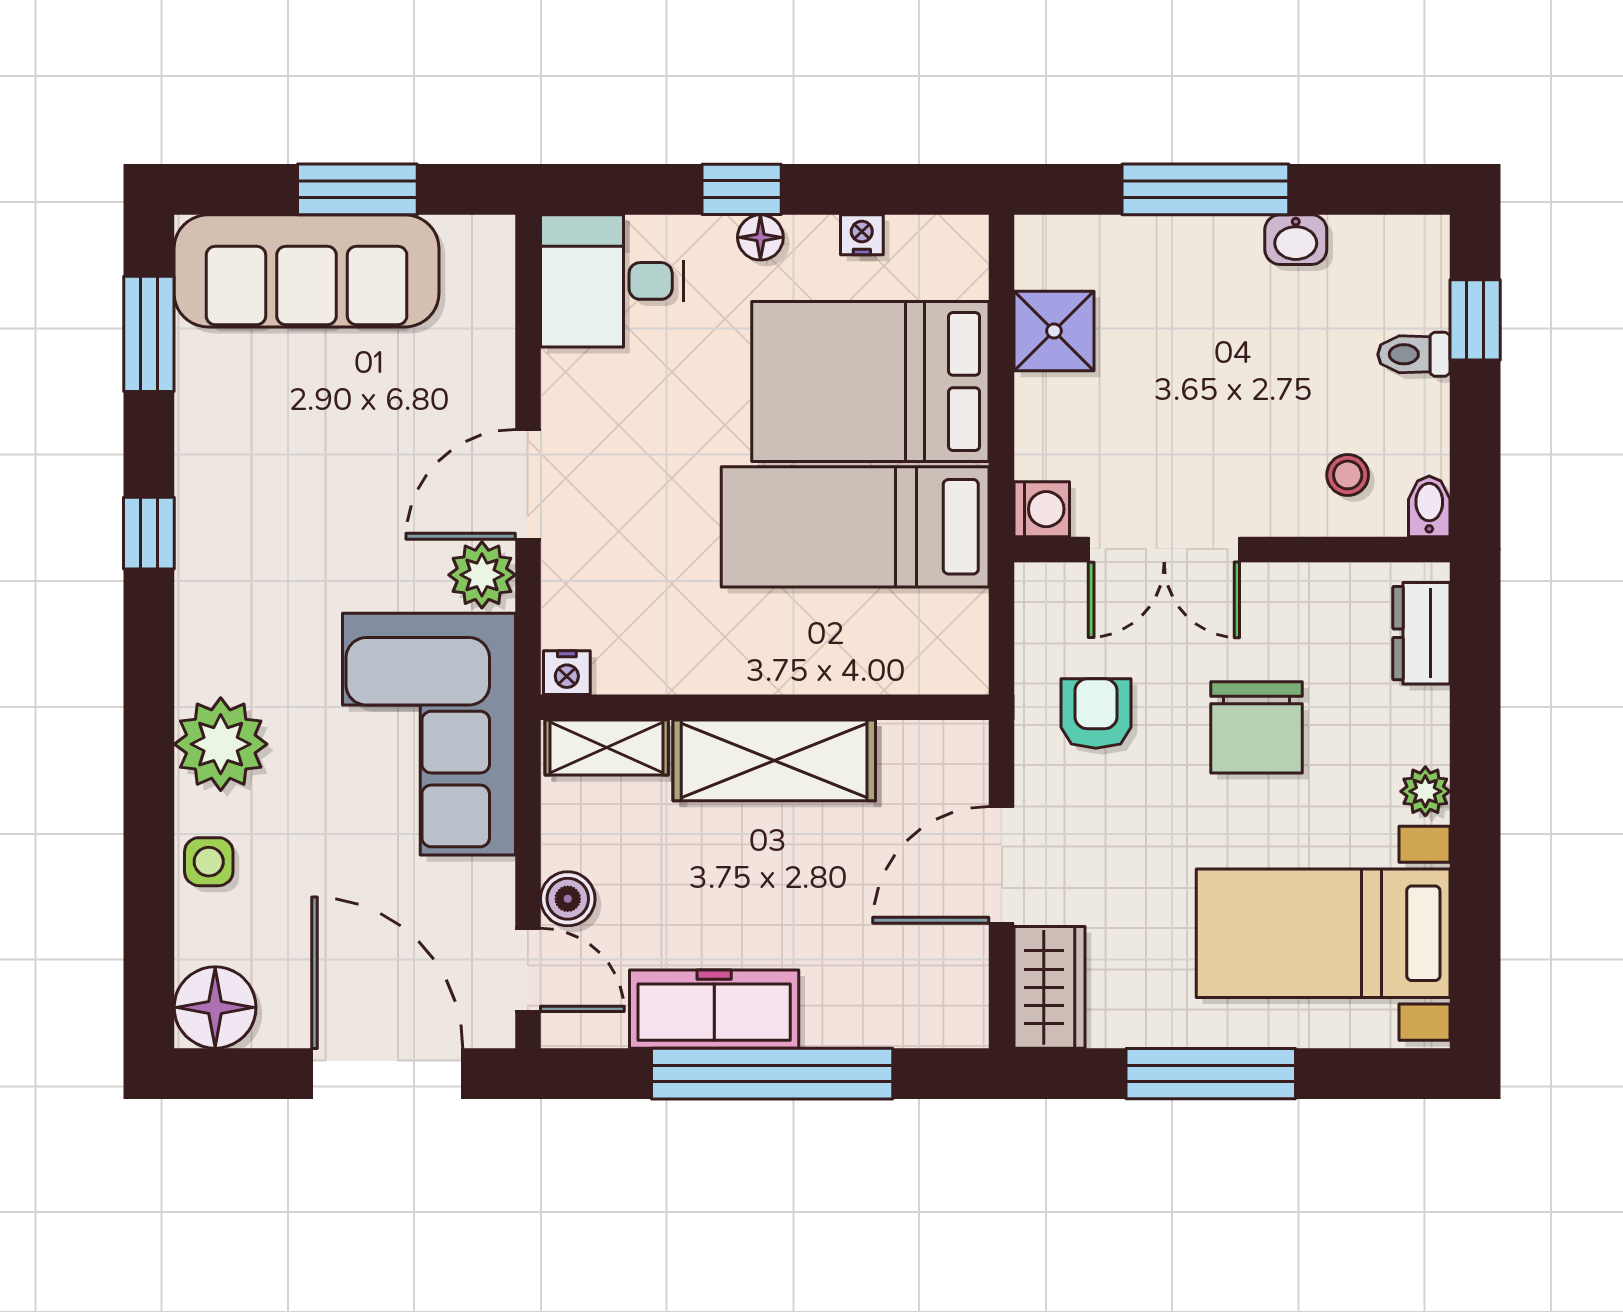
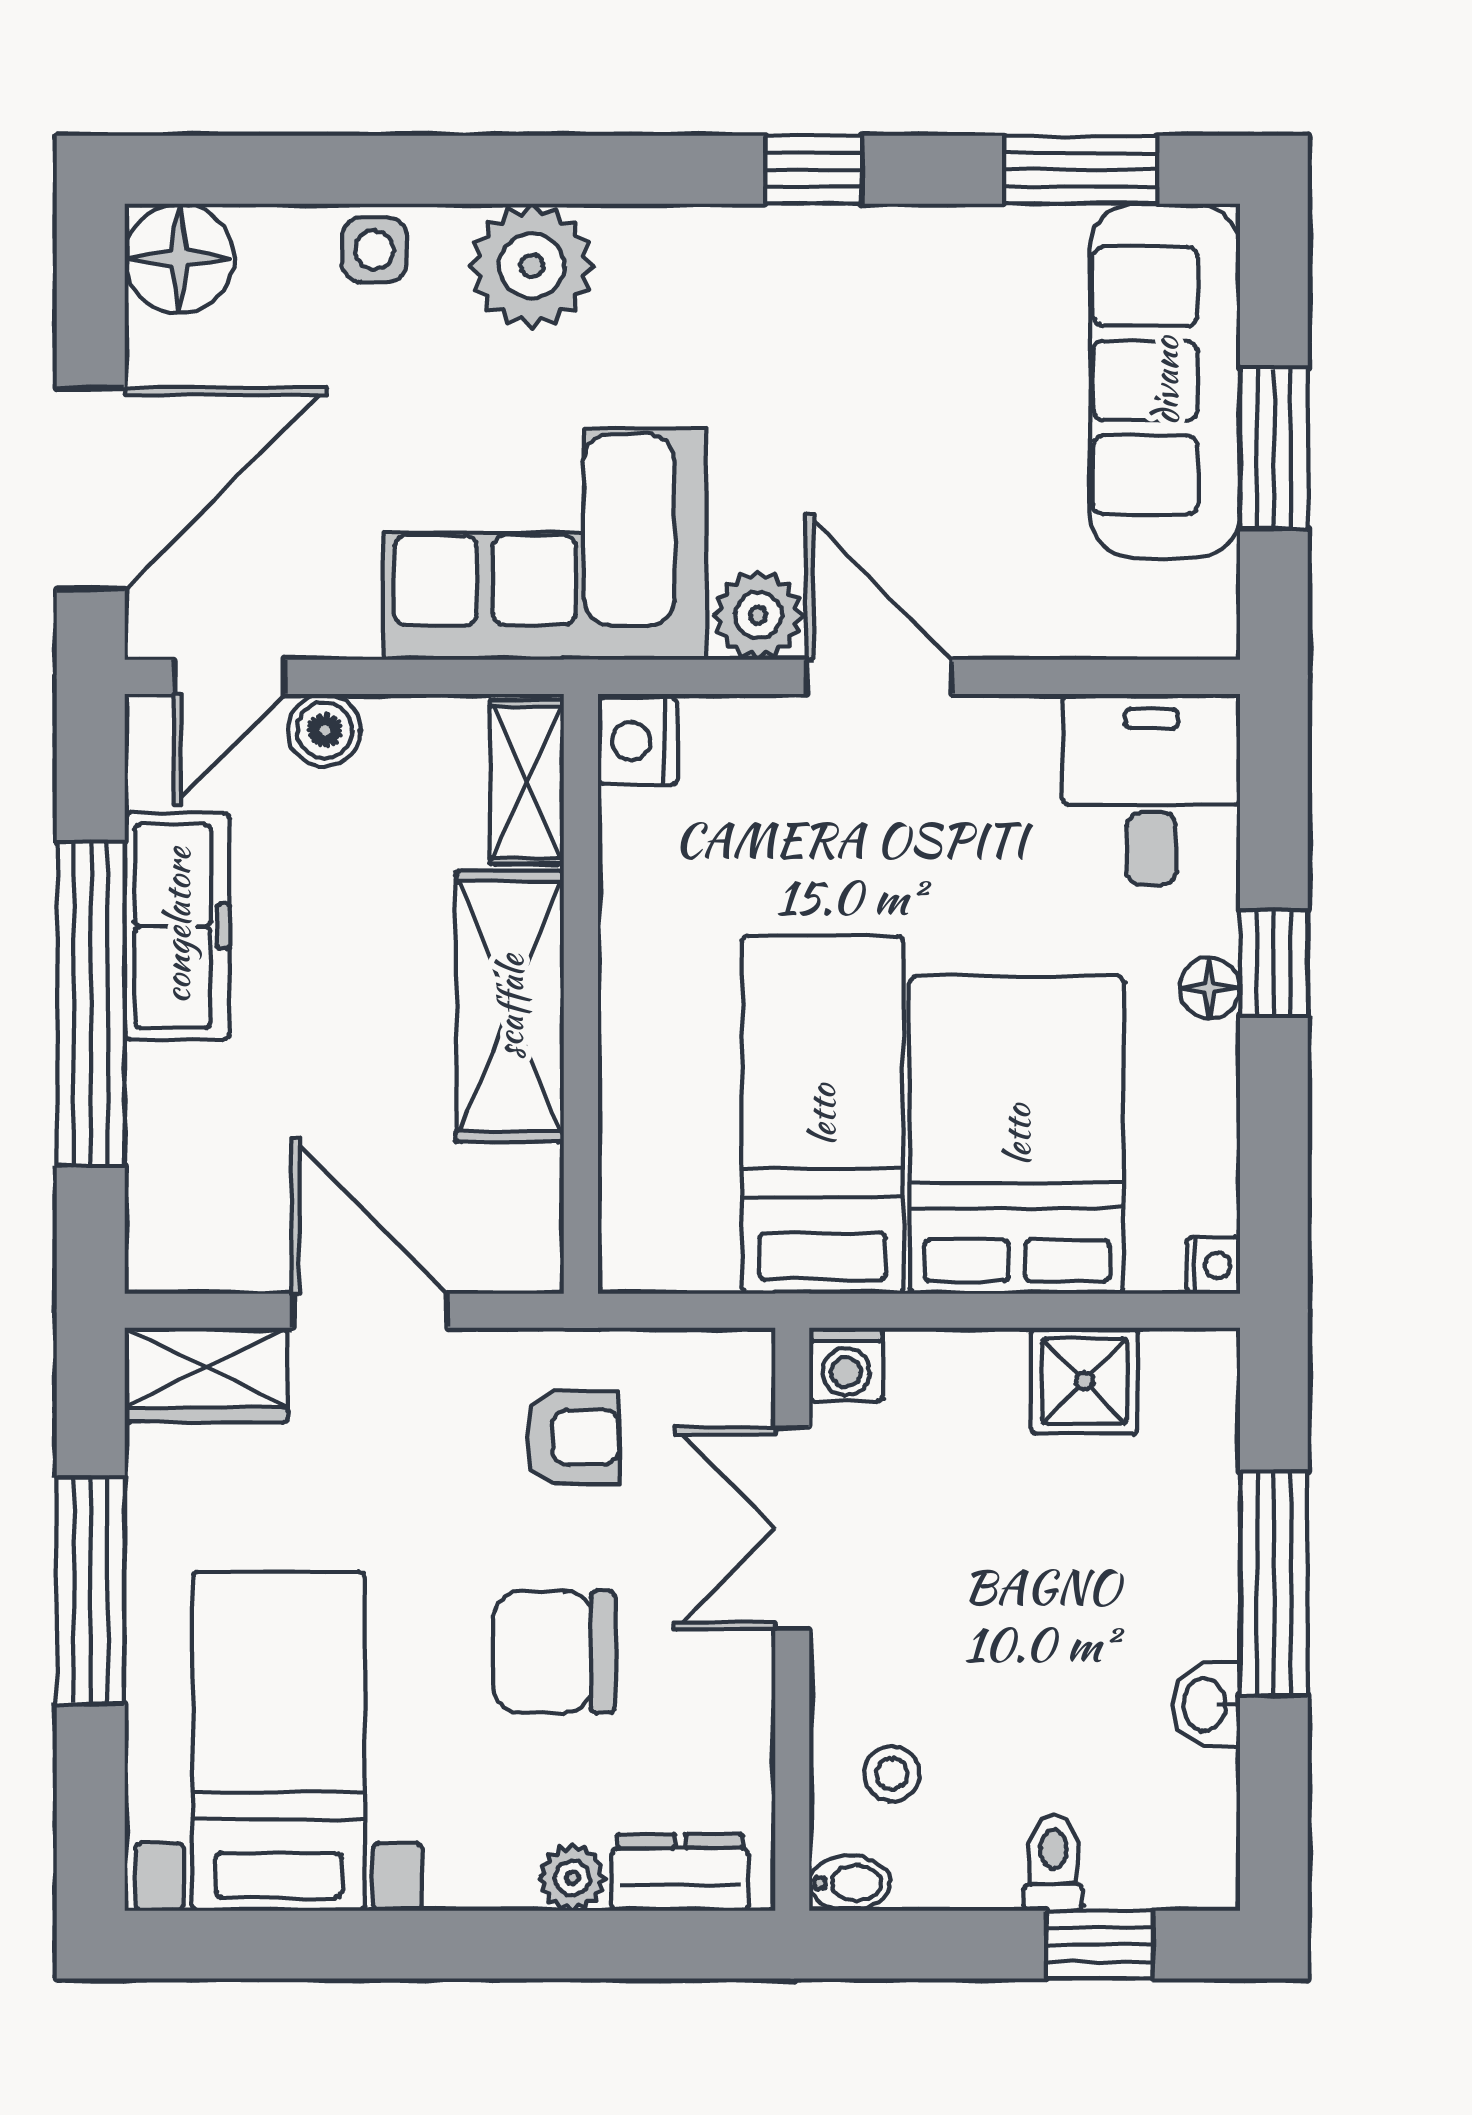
nightstand: (862, 235) -> (1213, 1265), moved
nightstand: (567, 673) -> (638, 741), width x1.39, depth x1.35
plant: (1425, 791) -> (572, 1878), moved

